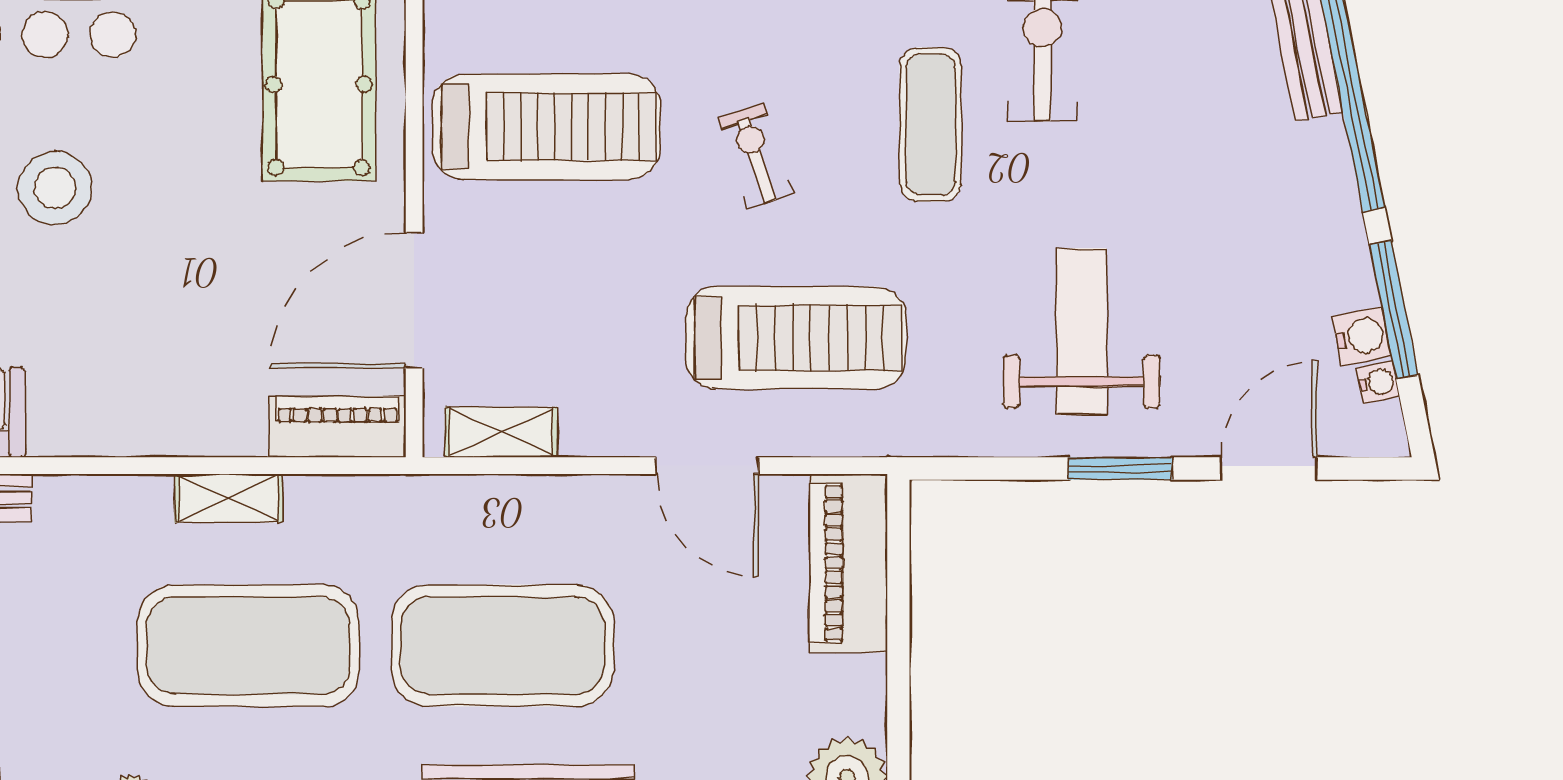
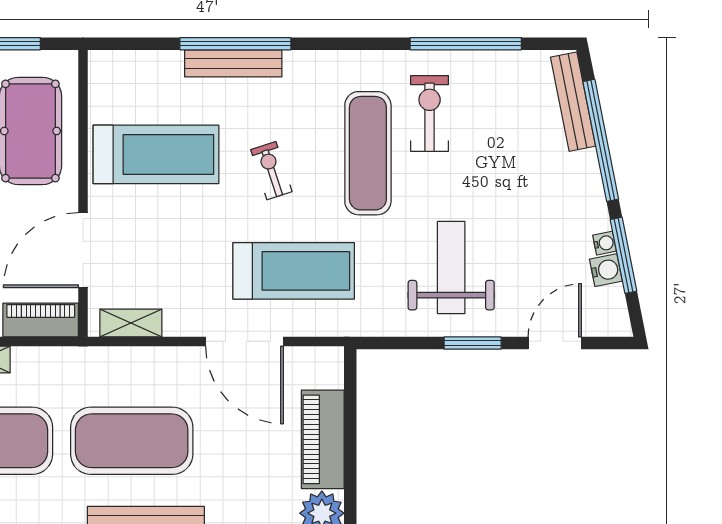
exercise mat: (930, 125) -> (368, 153), width x1.36, depth x1.45
water cooler: (1378, 382) -> (605, 243), moved
door: (707, 466) -> (245, 341), width x1.36
piano: (849, 563) -> (323, 439), moved

